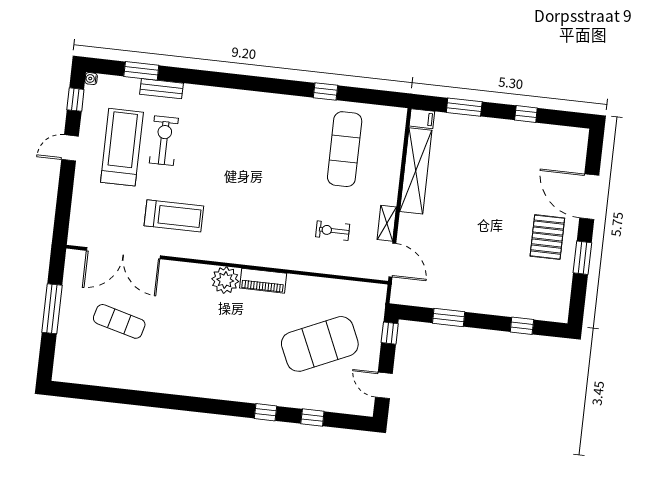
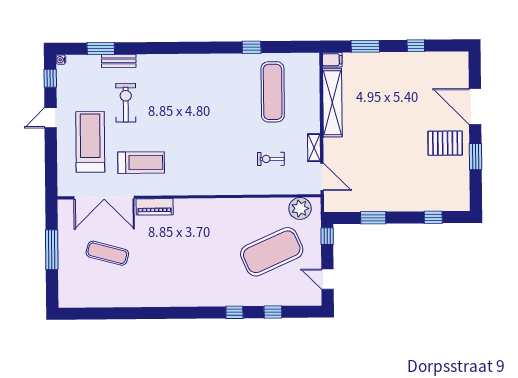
treadmill: (122, 147) -> (90, 142), moved
pallet: (547, 237) -> (445, 143), turned 90
plant: (225, 280) -> (300, 208), moved
piano: (263, 281) -> (155, 207), moved

